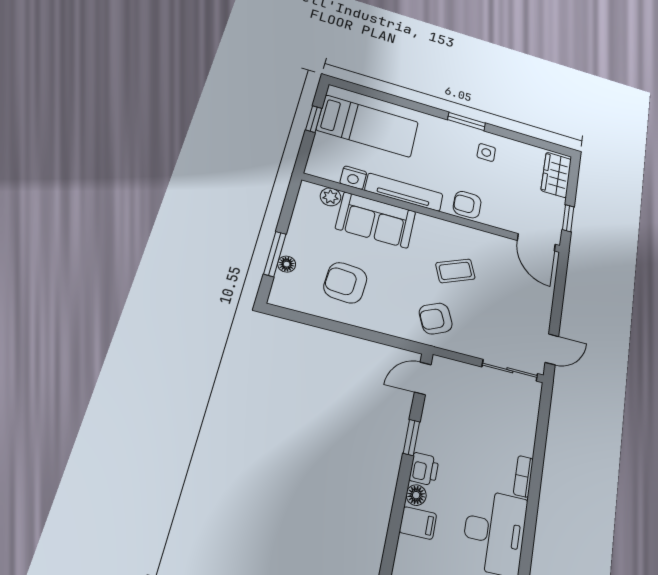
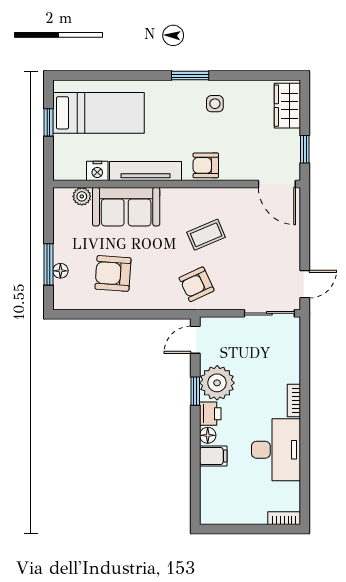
plant: (439, 434) -> (217, 383), added

